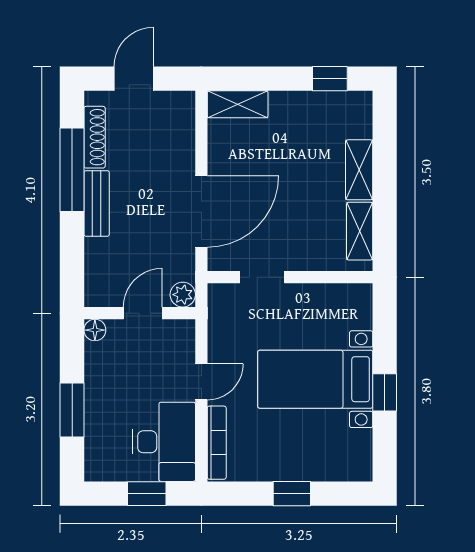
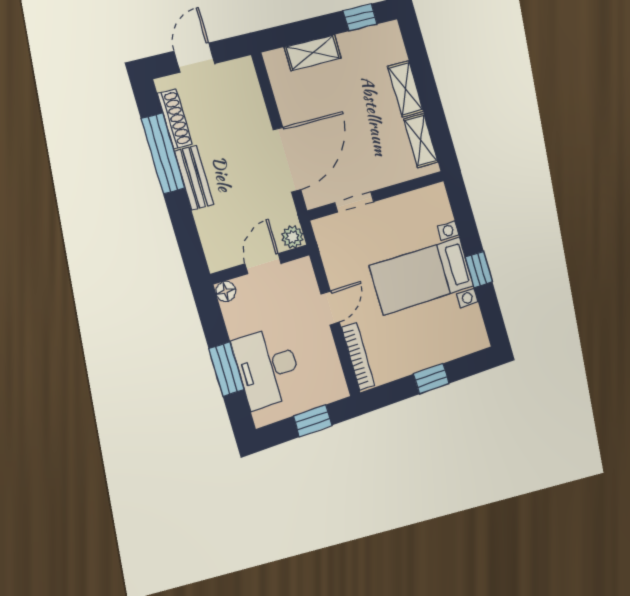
shelving: (238, 104) -> (313, 53), moved
desk: (164, 442) -> (268, 368), moved, turned 180

